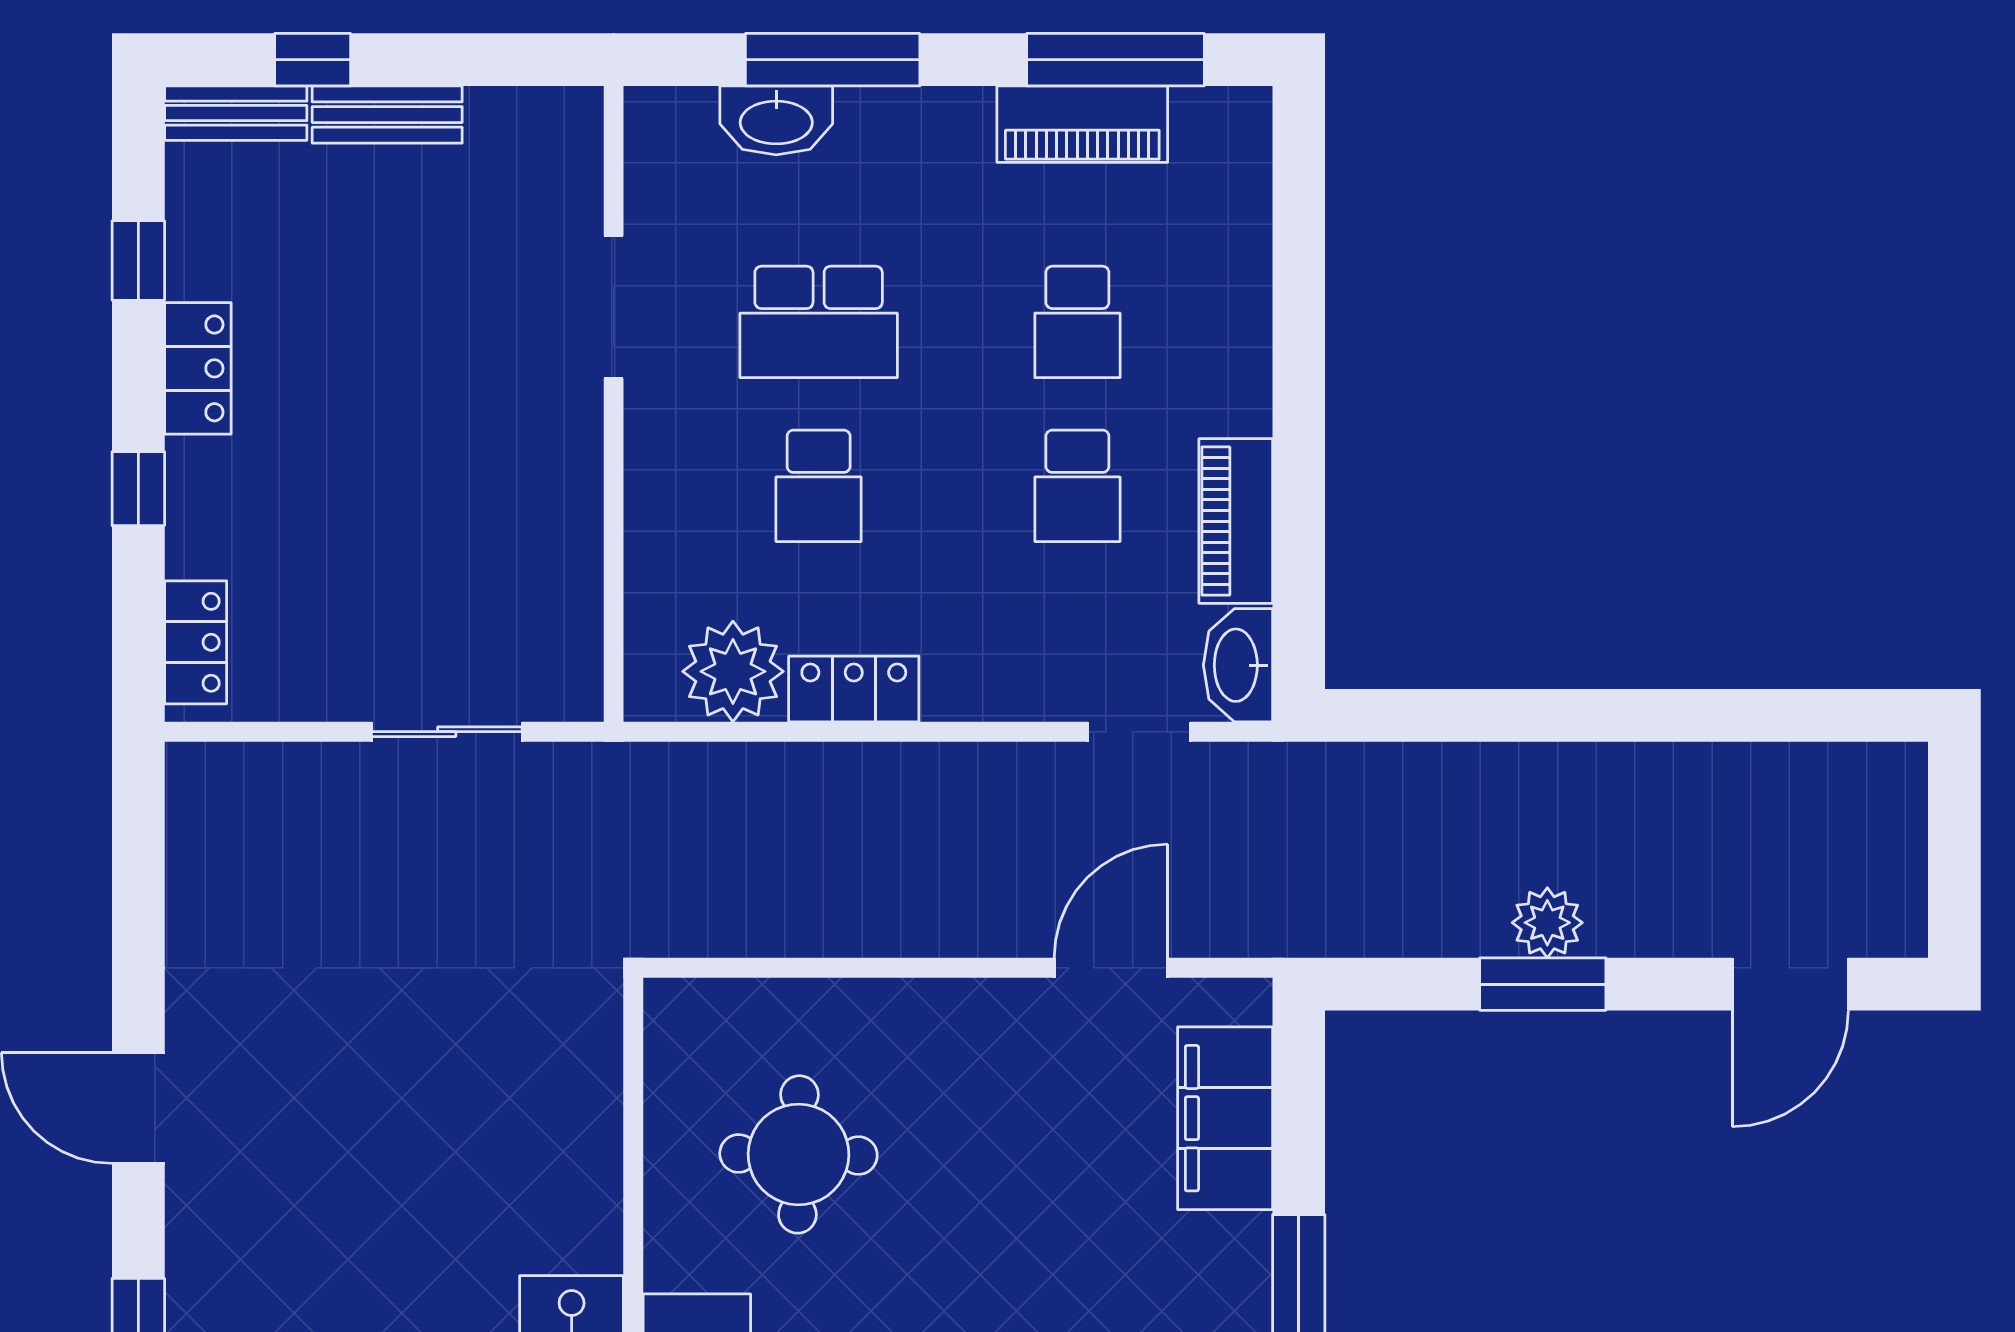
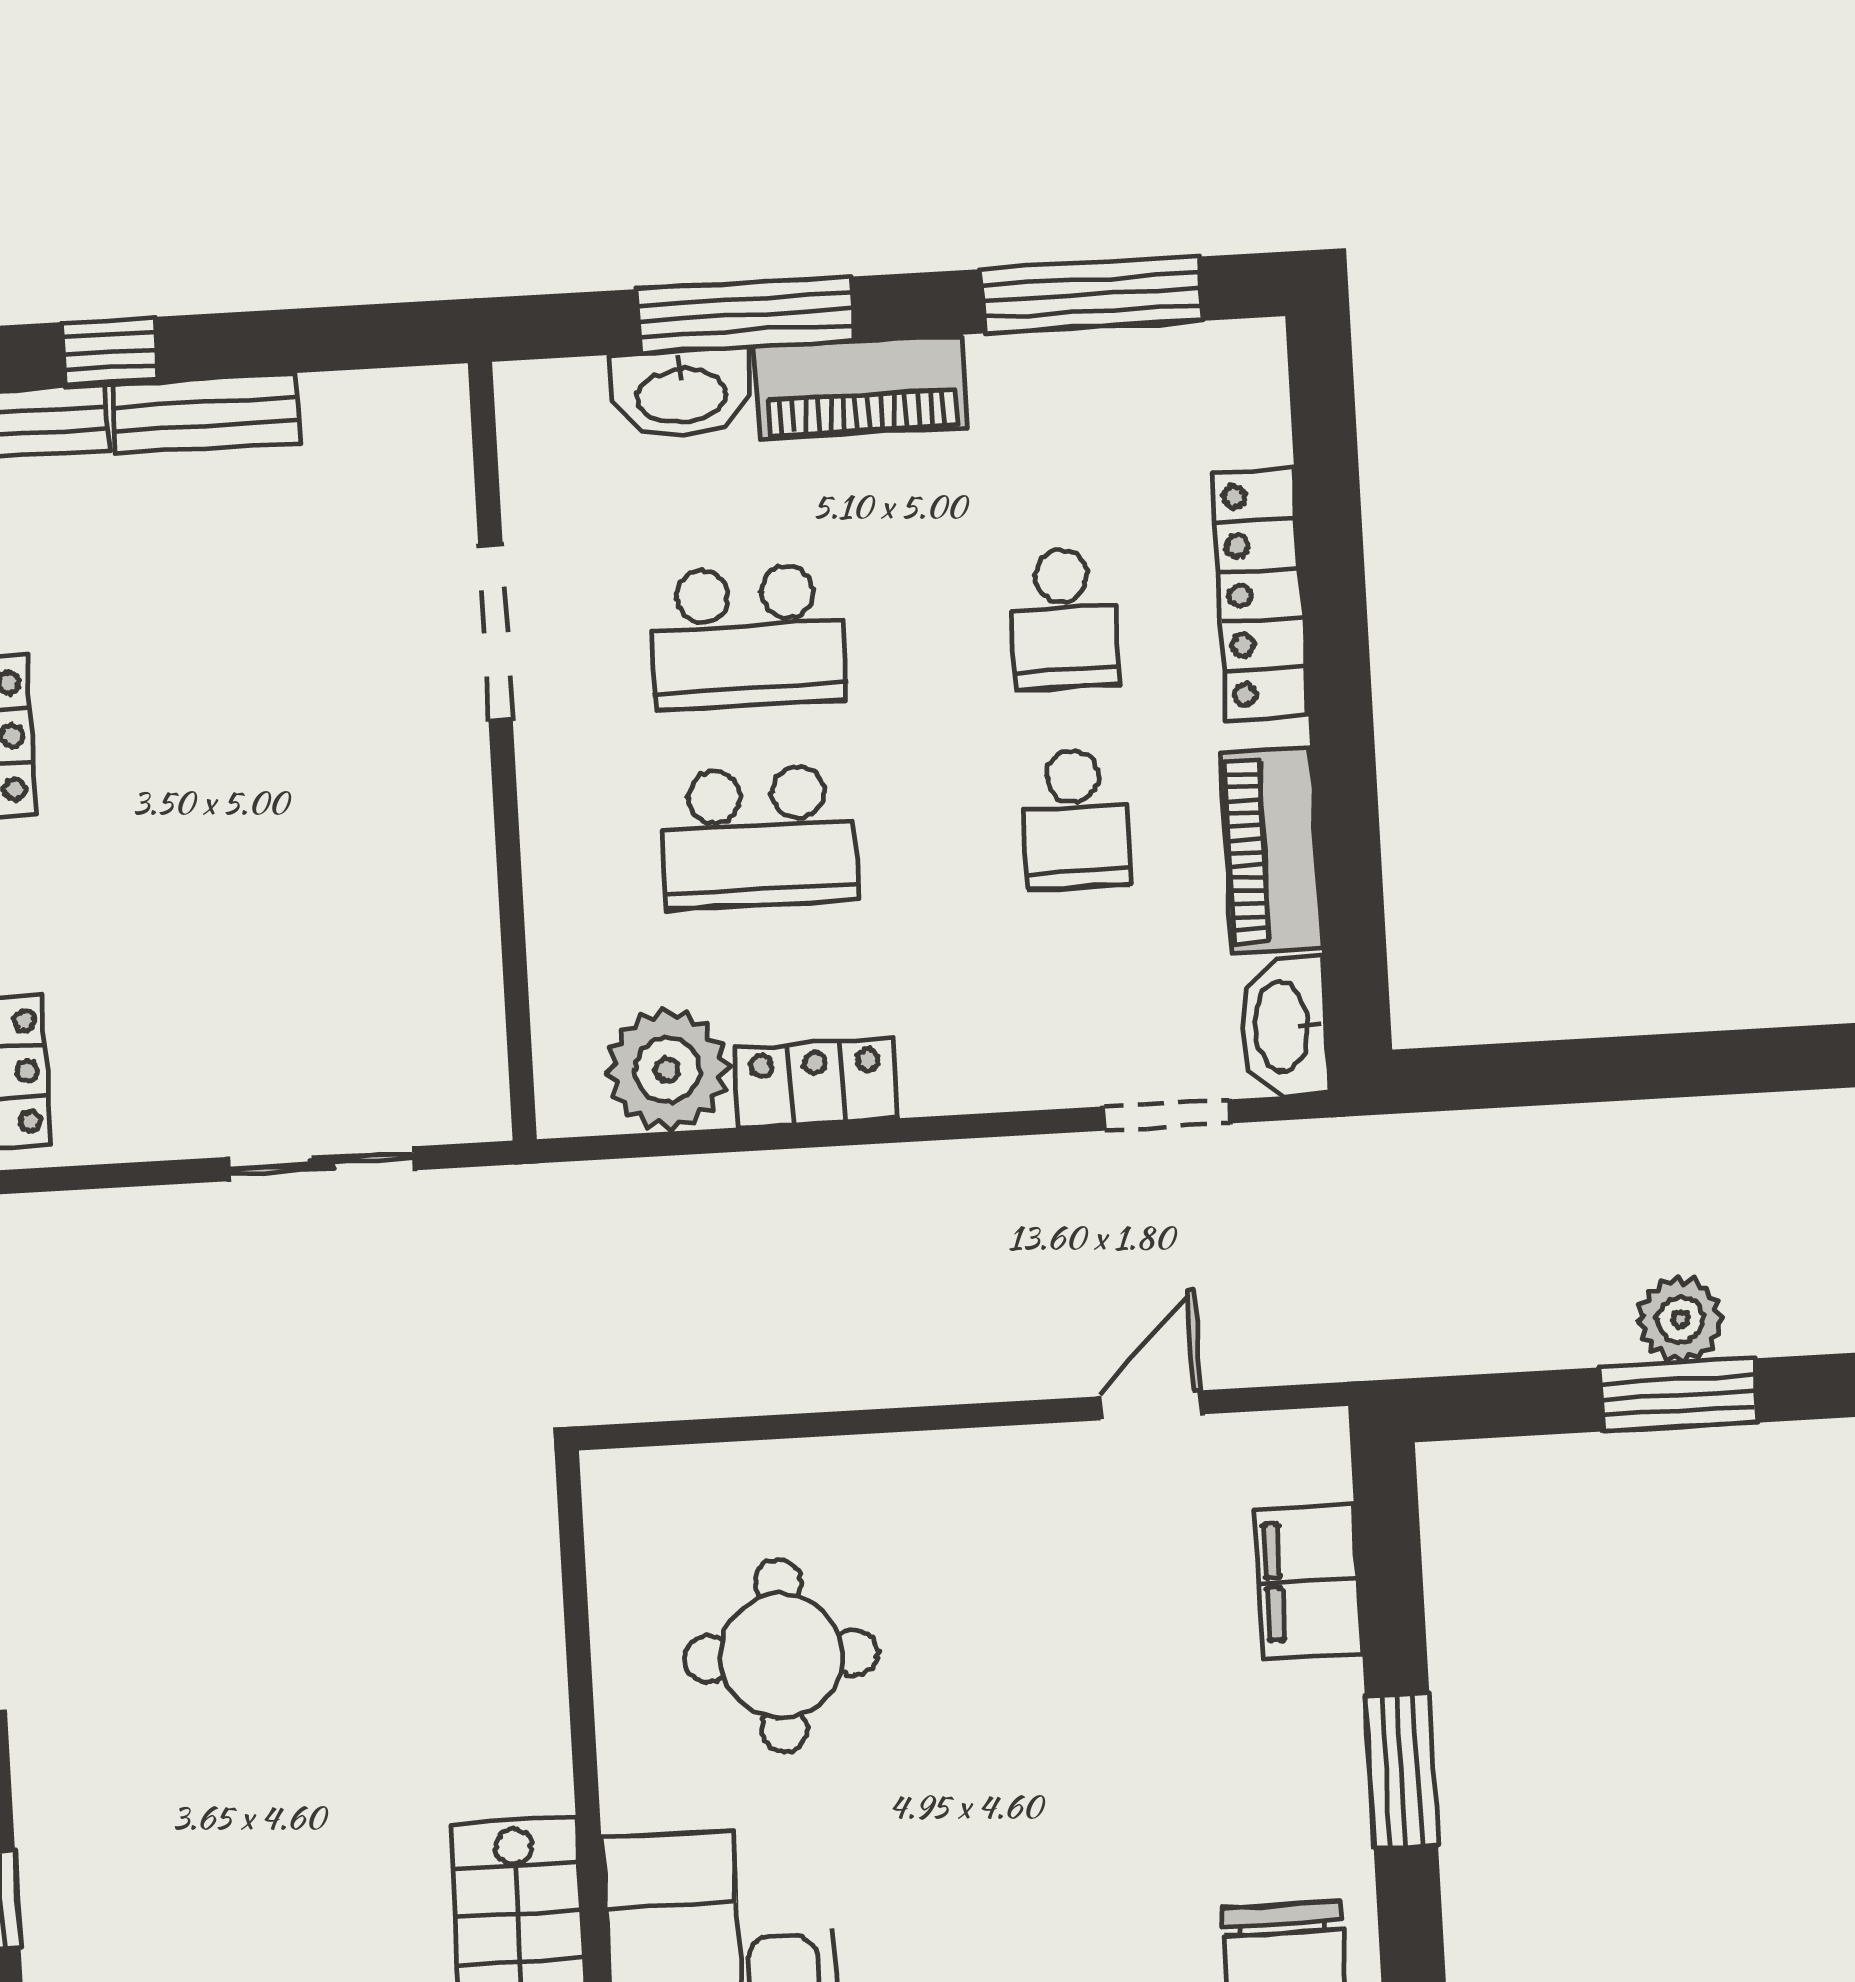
piano: (1082, 124) -> (861, 387), moved
locker: (1239, 312) -> (1260, 595), added
school desk: (819, 486) -> (759, 837), width x1.85
door: (1111, 968) -> (1150, 1405), width x0.73
filing cabinet: (1225, 1118) -> (1309, 1581), width x0.67, depth x0.86

